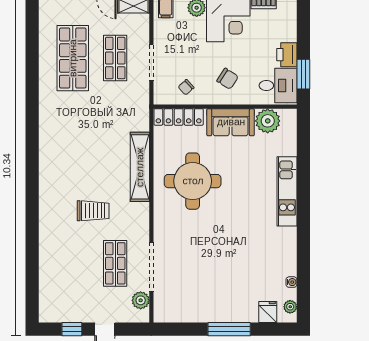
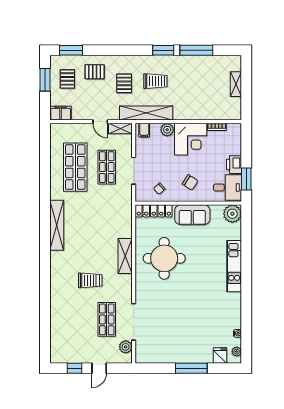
plant: (268, 121) -> (232, 214), moved
shelving: (48, 136) -> (57, 225), added
shelving: (140, 167) -> (125, 256), width x0.68

